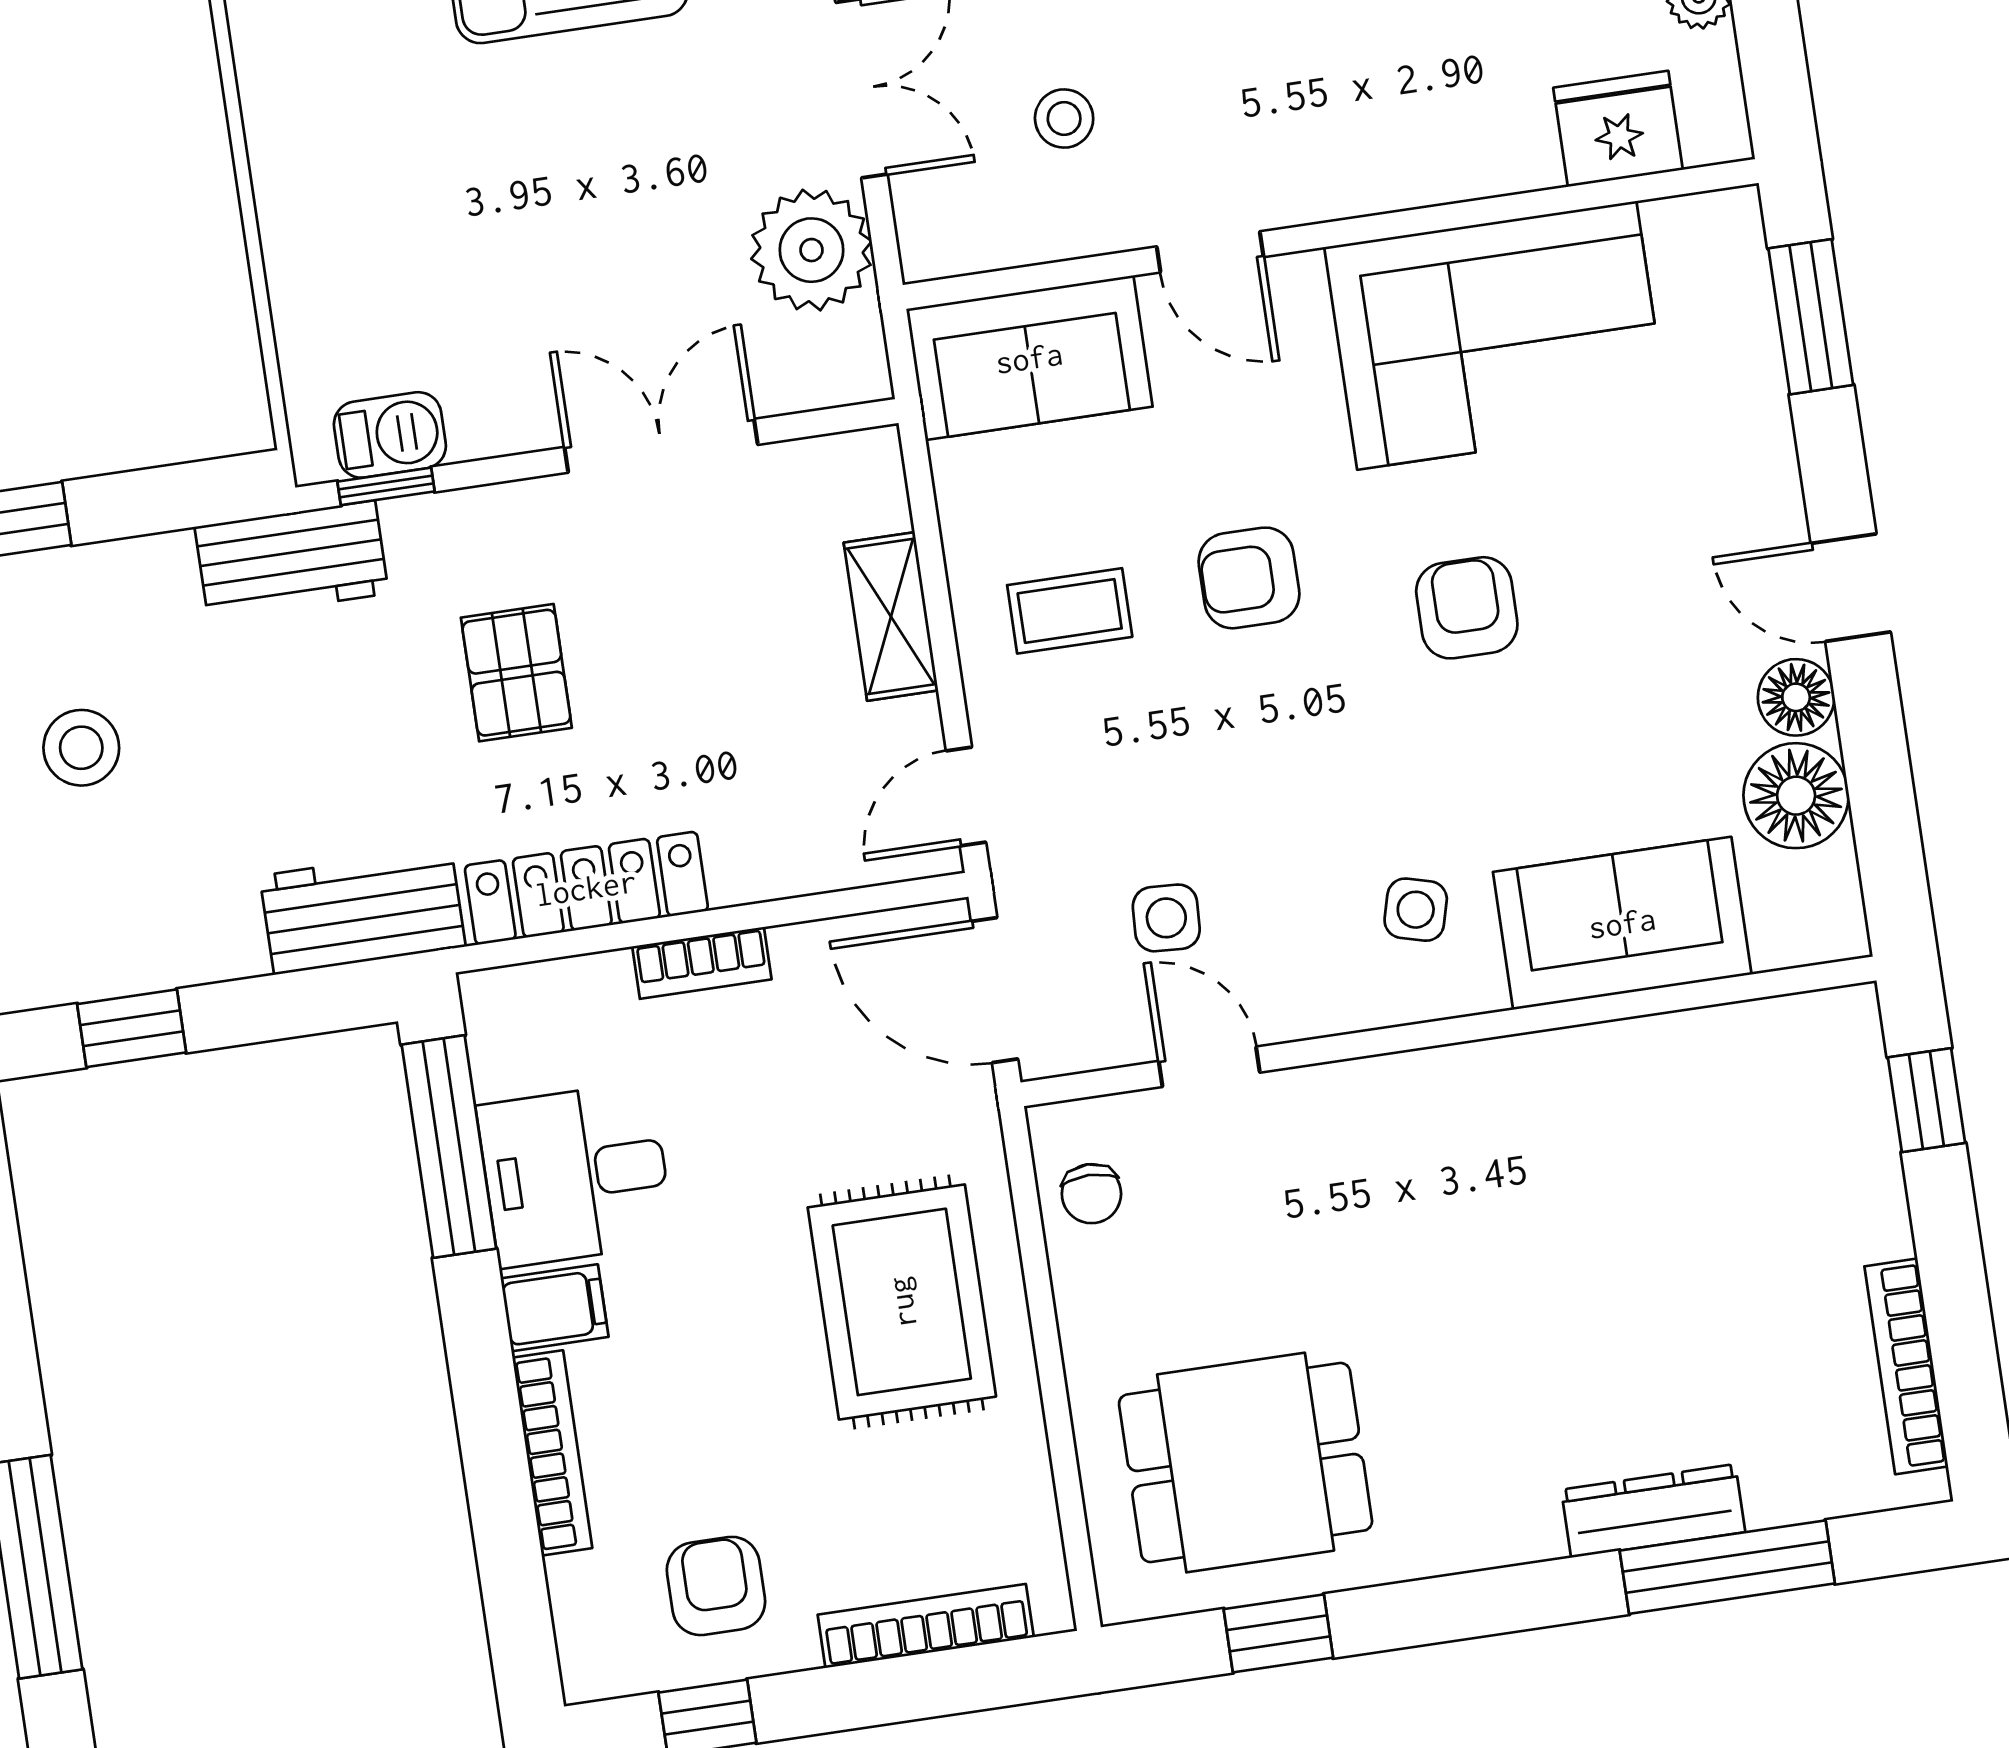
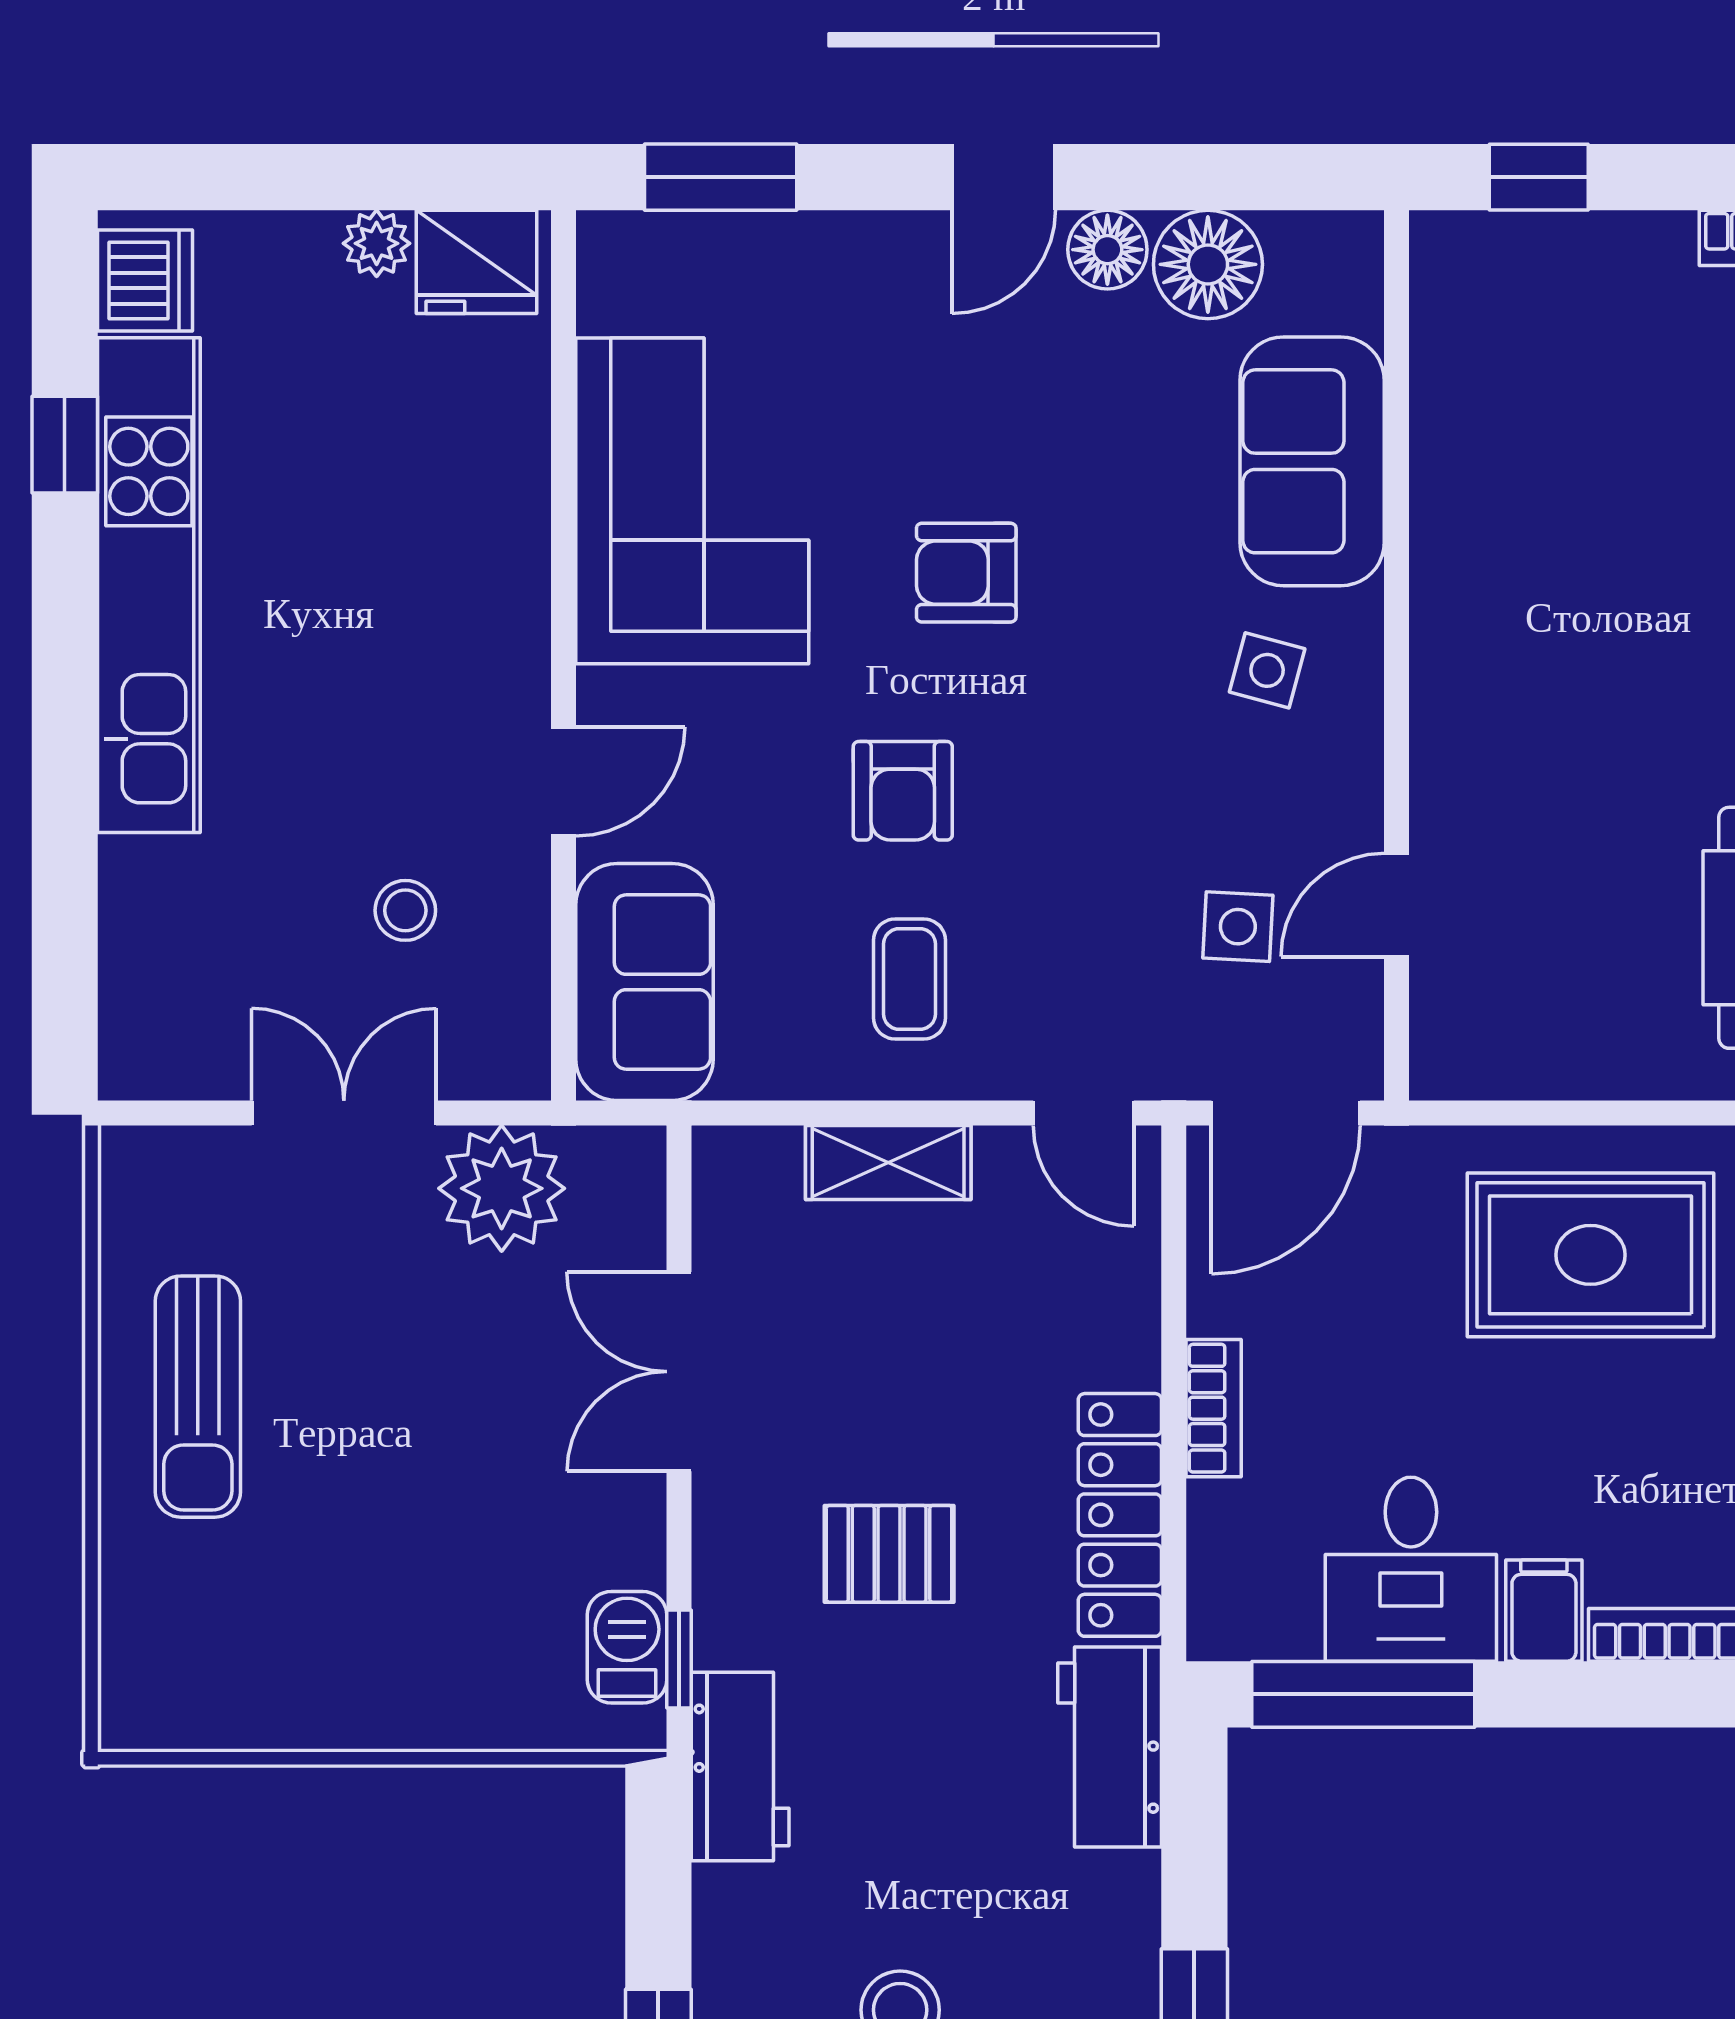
fridge: (1618, 129) -> (477, 262), moved, turned -90
chair: (1091, 1194) -> (1508, 1045), removed

